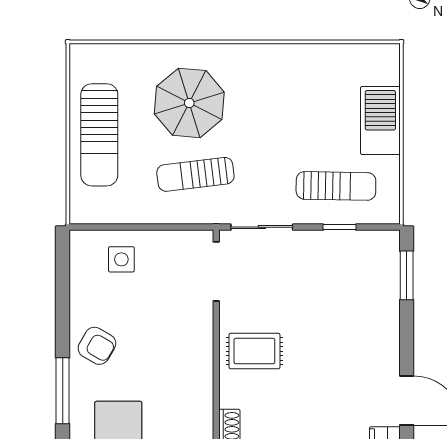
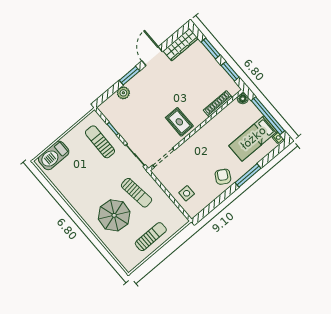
barbecue: (380, 121) -> (54, 155), moved
sun lounger: (99, 135) -> (151, 237), width x0.73, depth x0.75
window: (407, 275) -> (129, 76), moved
plant: (386, 297) -> (123, 93), added

